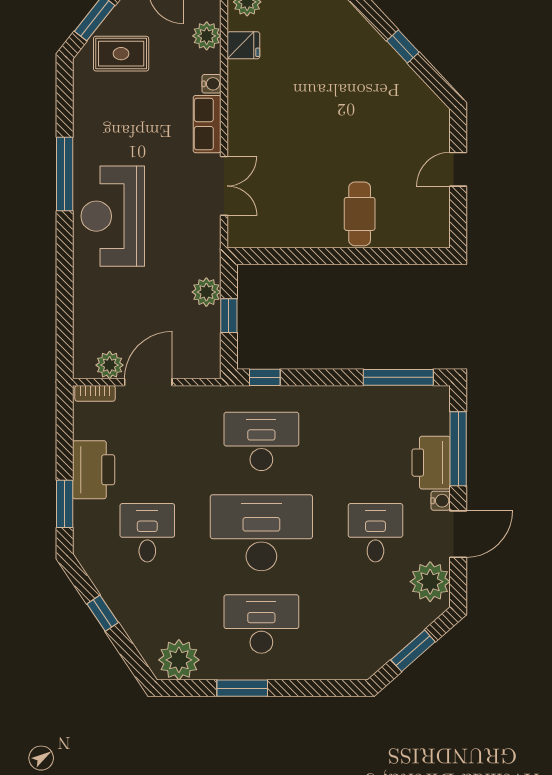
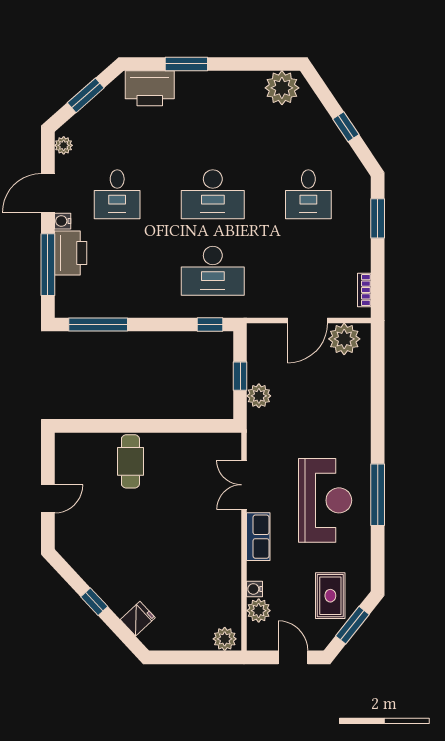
fridge: (243, 45) -> (138, 619), moved, turned 137
rug: (121, 54) -> (330, 596), turned 90
water cooler: (211, 84) -> (255, 589), moved
reception desk: (113, 216) -> (325, 500), moved
plant: (110, 365) -> (344, 339), width x1.36, depth x1.36
bookcase: (95, 393) -> (364, 290), moved, turned -90
printer: (94, 470) -> (150, 88), moved, turned -90
desk: (261, 533) -> (213, 194), width x0.73, depth x0.77
plant: (430, 582) -> (64, 145), width x0.53, depth x0.53
desk: (261, 624) -> (213, 118), removed
window: (242, 688) -> (186, 64), moved

